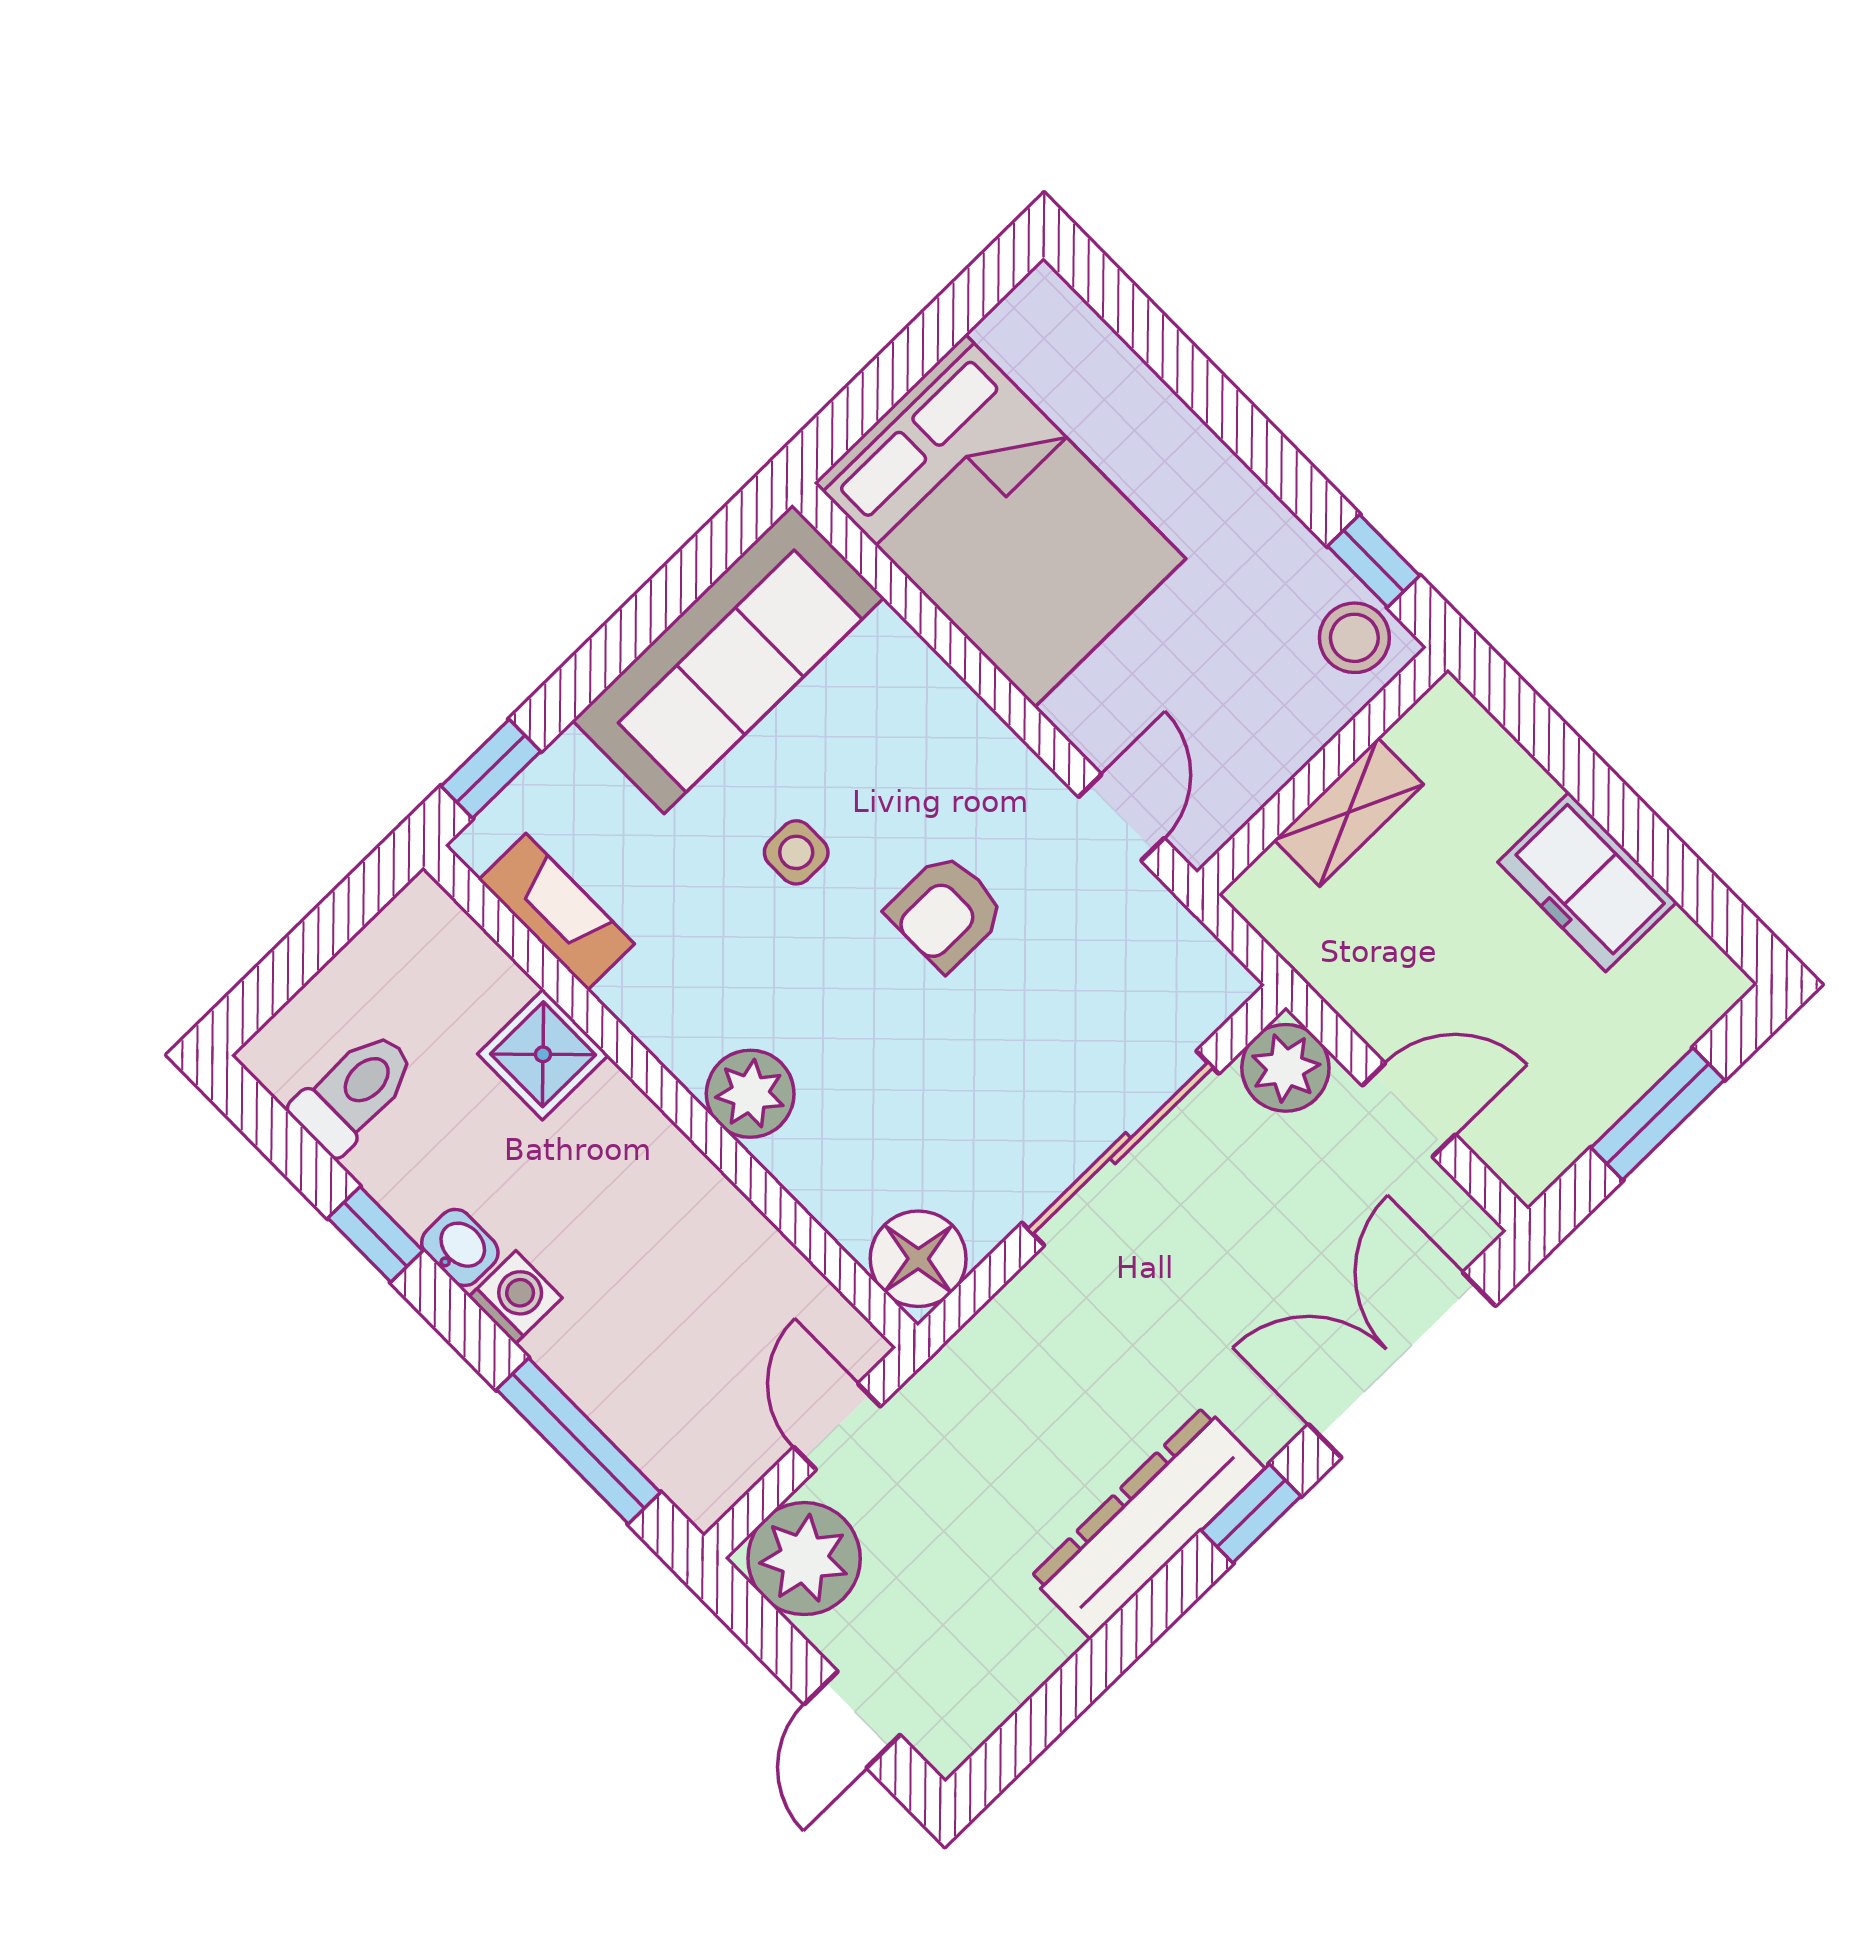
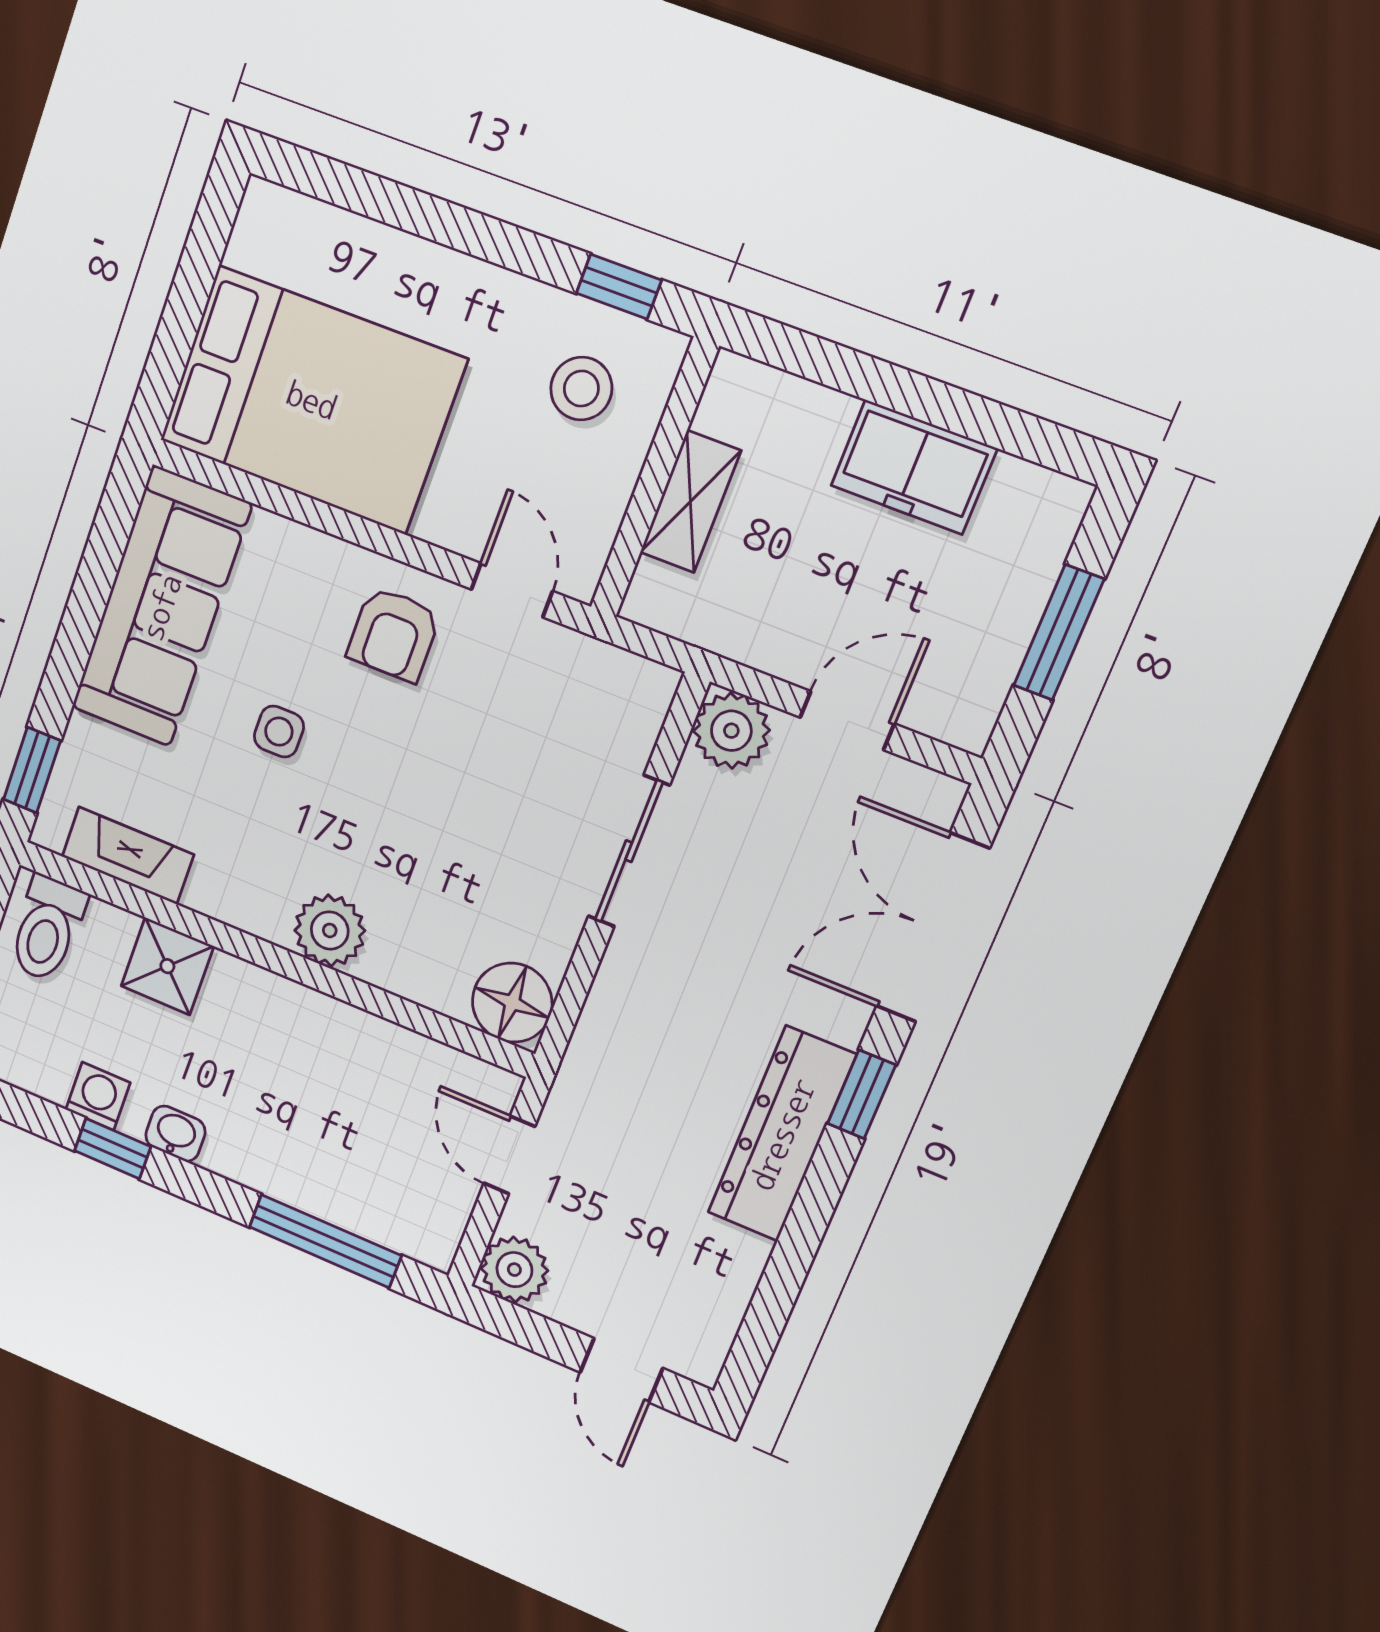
stool: (1354, 638) -> (581, 389), moved
armchair: (946, 912) -> (394, 634), moved
toilet: (354, 1092) -> (47, 929), moved, turned 180
sliding door: (1120, 1148) -> (629, 851), width x0.73
washing machine: (515, 1297) -> (98, 1096), moved
plant: (804, 1559) -> (514, 1270), width x0.73, depth x0.73

